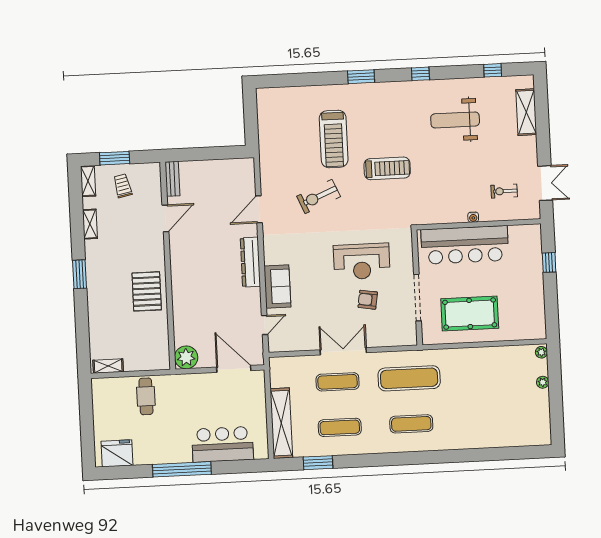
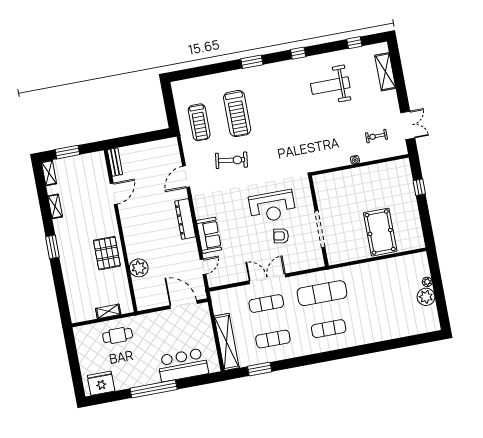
treadmill: (387, 168) -> (199, 122), moved, turned 90
trolley: (123, 186) -> (77, 173), removed
exercise bike: (319, 196) -> (231, 160), turned -149
bar counter: (465, 245) -> (351, 183), removed
pool table: (470, 314) -> (380, 232), moved, turned 90
plant: (541, 352) -> (426, 297), moved, width x1.88, depth x1.88
plant: (186, 357) -> (139, 268), moved
shelving: (108, 366) -> (108, 311), moved
cafe table: (146, 396) -> (118, 335), turned 90

